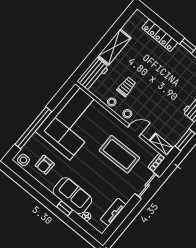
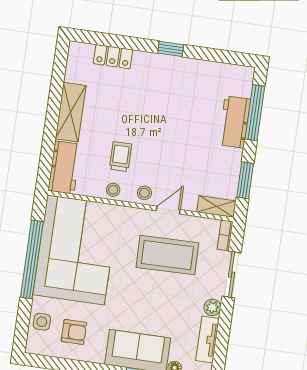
locker: (160, 35) -> (113, 57), width x0.66
window: (33, 128) -> (32, 259), moved
side table: (23, 160) -> (42, 322), moved
armchair: (45, 165) -> (74, 332), turned -90
plant: (126, 197) -> (212, 307), added

